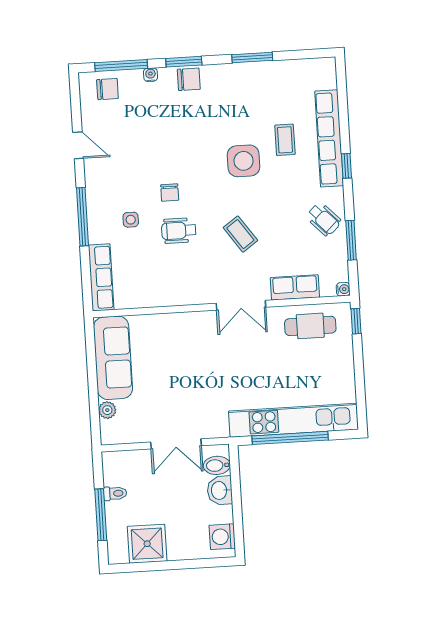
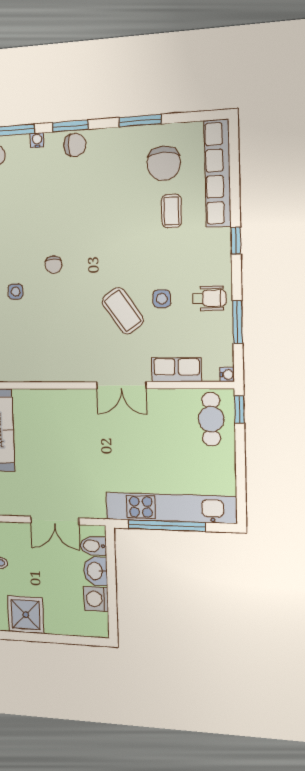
chair: (276, 96) -> (164, 163), added
row of seats: (329, 138) -> (218, 173), moved
side table: (244, 161) -> (162, 299), moved, width x0.54, depth x0.54
wheelchair: (324, 219) -> (209, 298), turned -46
wheelchair: (179, 231) -> (62, 305), removed
coffee table: (240, 234) -> (123, 311), width x1.36, depth x1.30
cafe table: (310, 326) -> (211, 419), moved, turned 90
washing machine: (222, 537) -> (96, 599), moved

